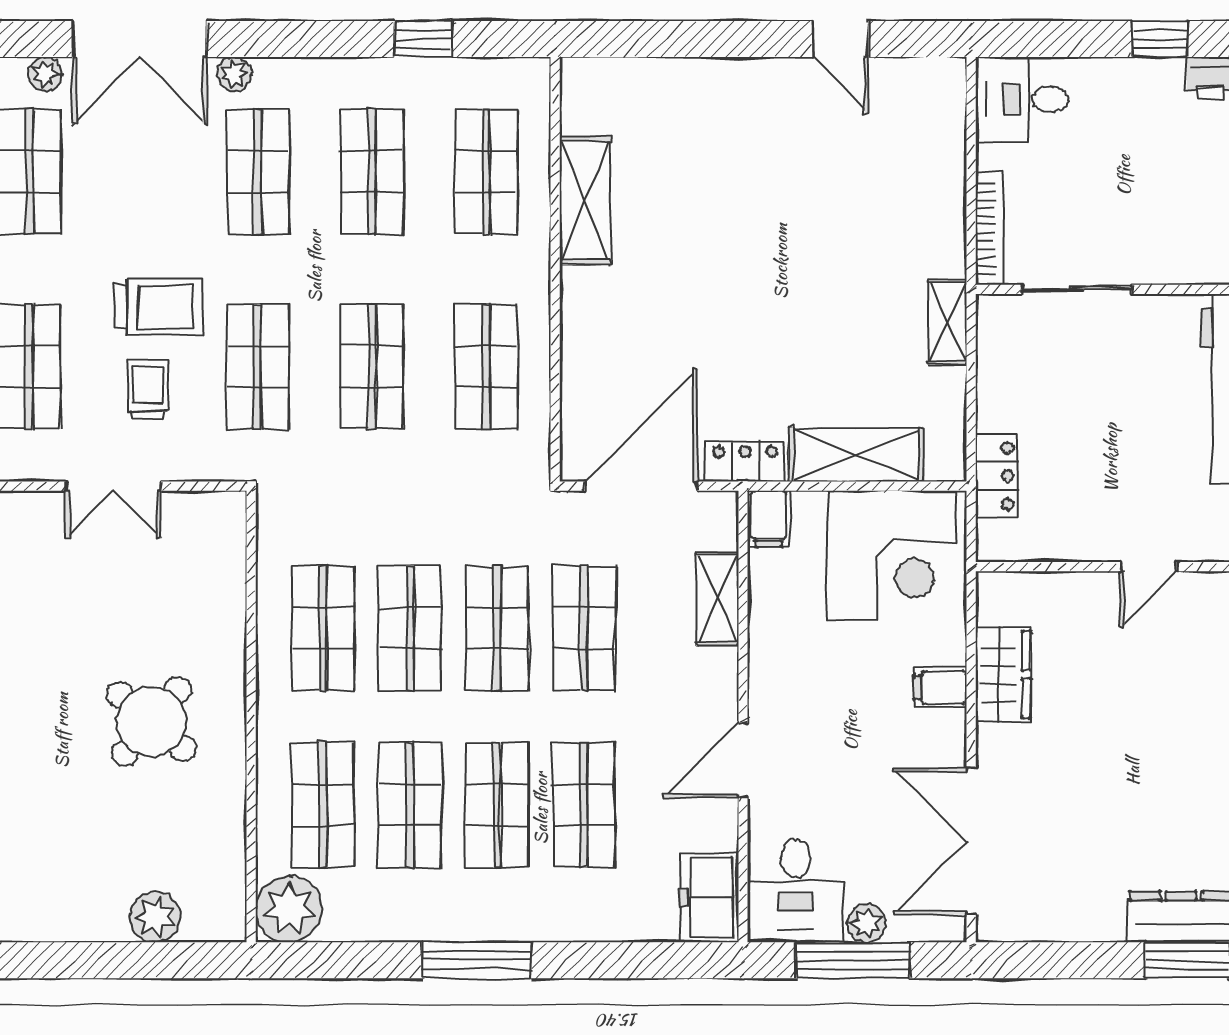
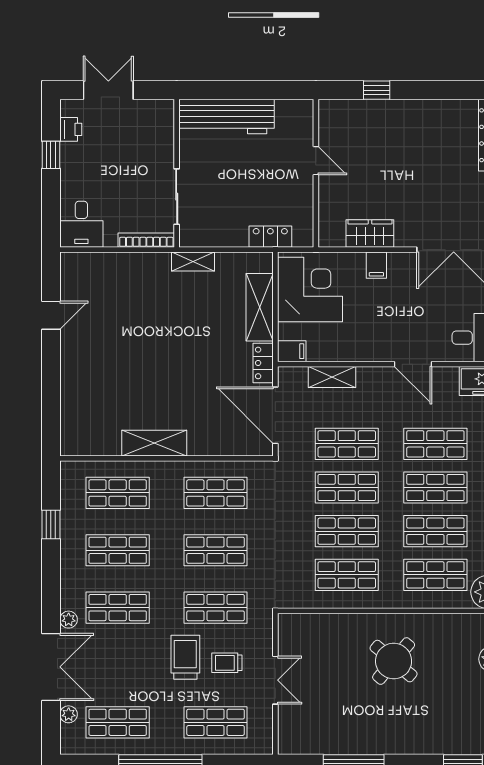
shelving: (585, 200) -> (154, 443), moved

